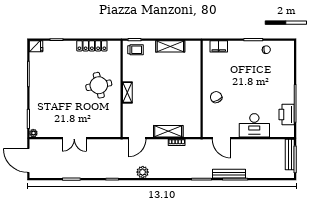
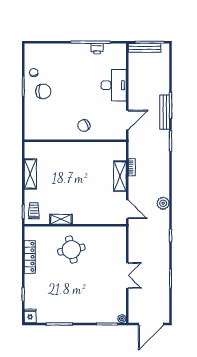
filing cabinet: (219, 46) -> (30, 123), removed
chair: (248, 59) -> (43, 91), added
shelving: (127, 92) -> (61, 219), moved
printer: (287, 114) -> (97, 49), width x0.53, depth x0.68

